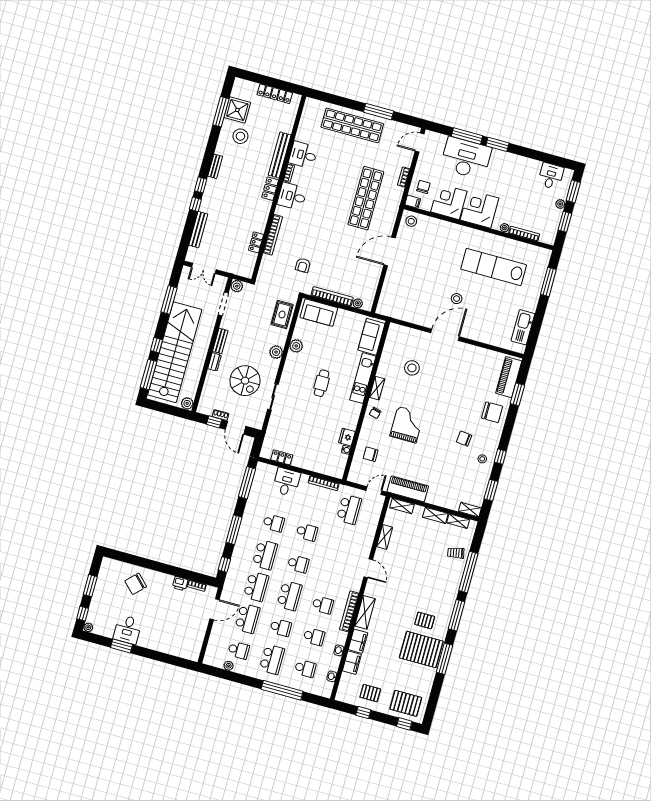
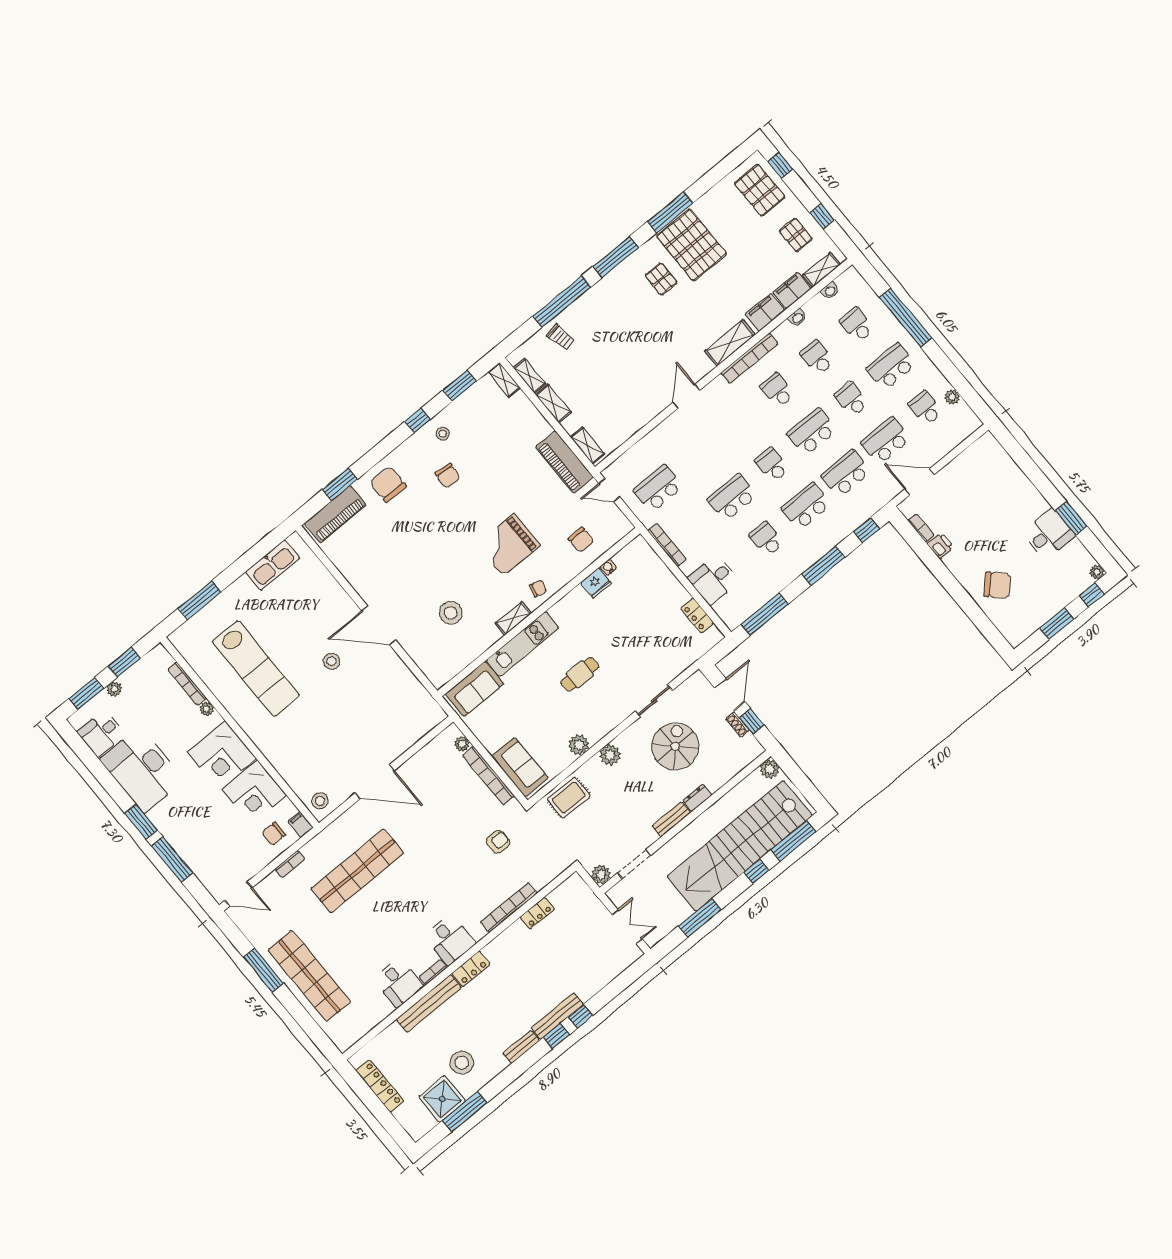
desk: (466, 158) -> (142, 770), moved
bench: (198, 230) -> (557, 1016), moved
school desk: (307, 532) -> (732, 497), width x1.85
shelving: (385, 537) -> (821, 270), moved

